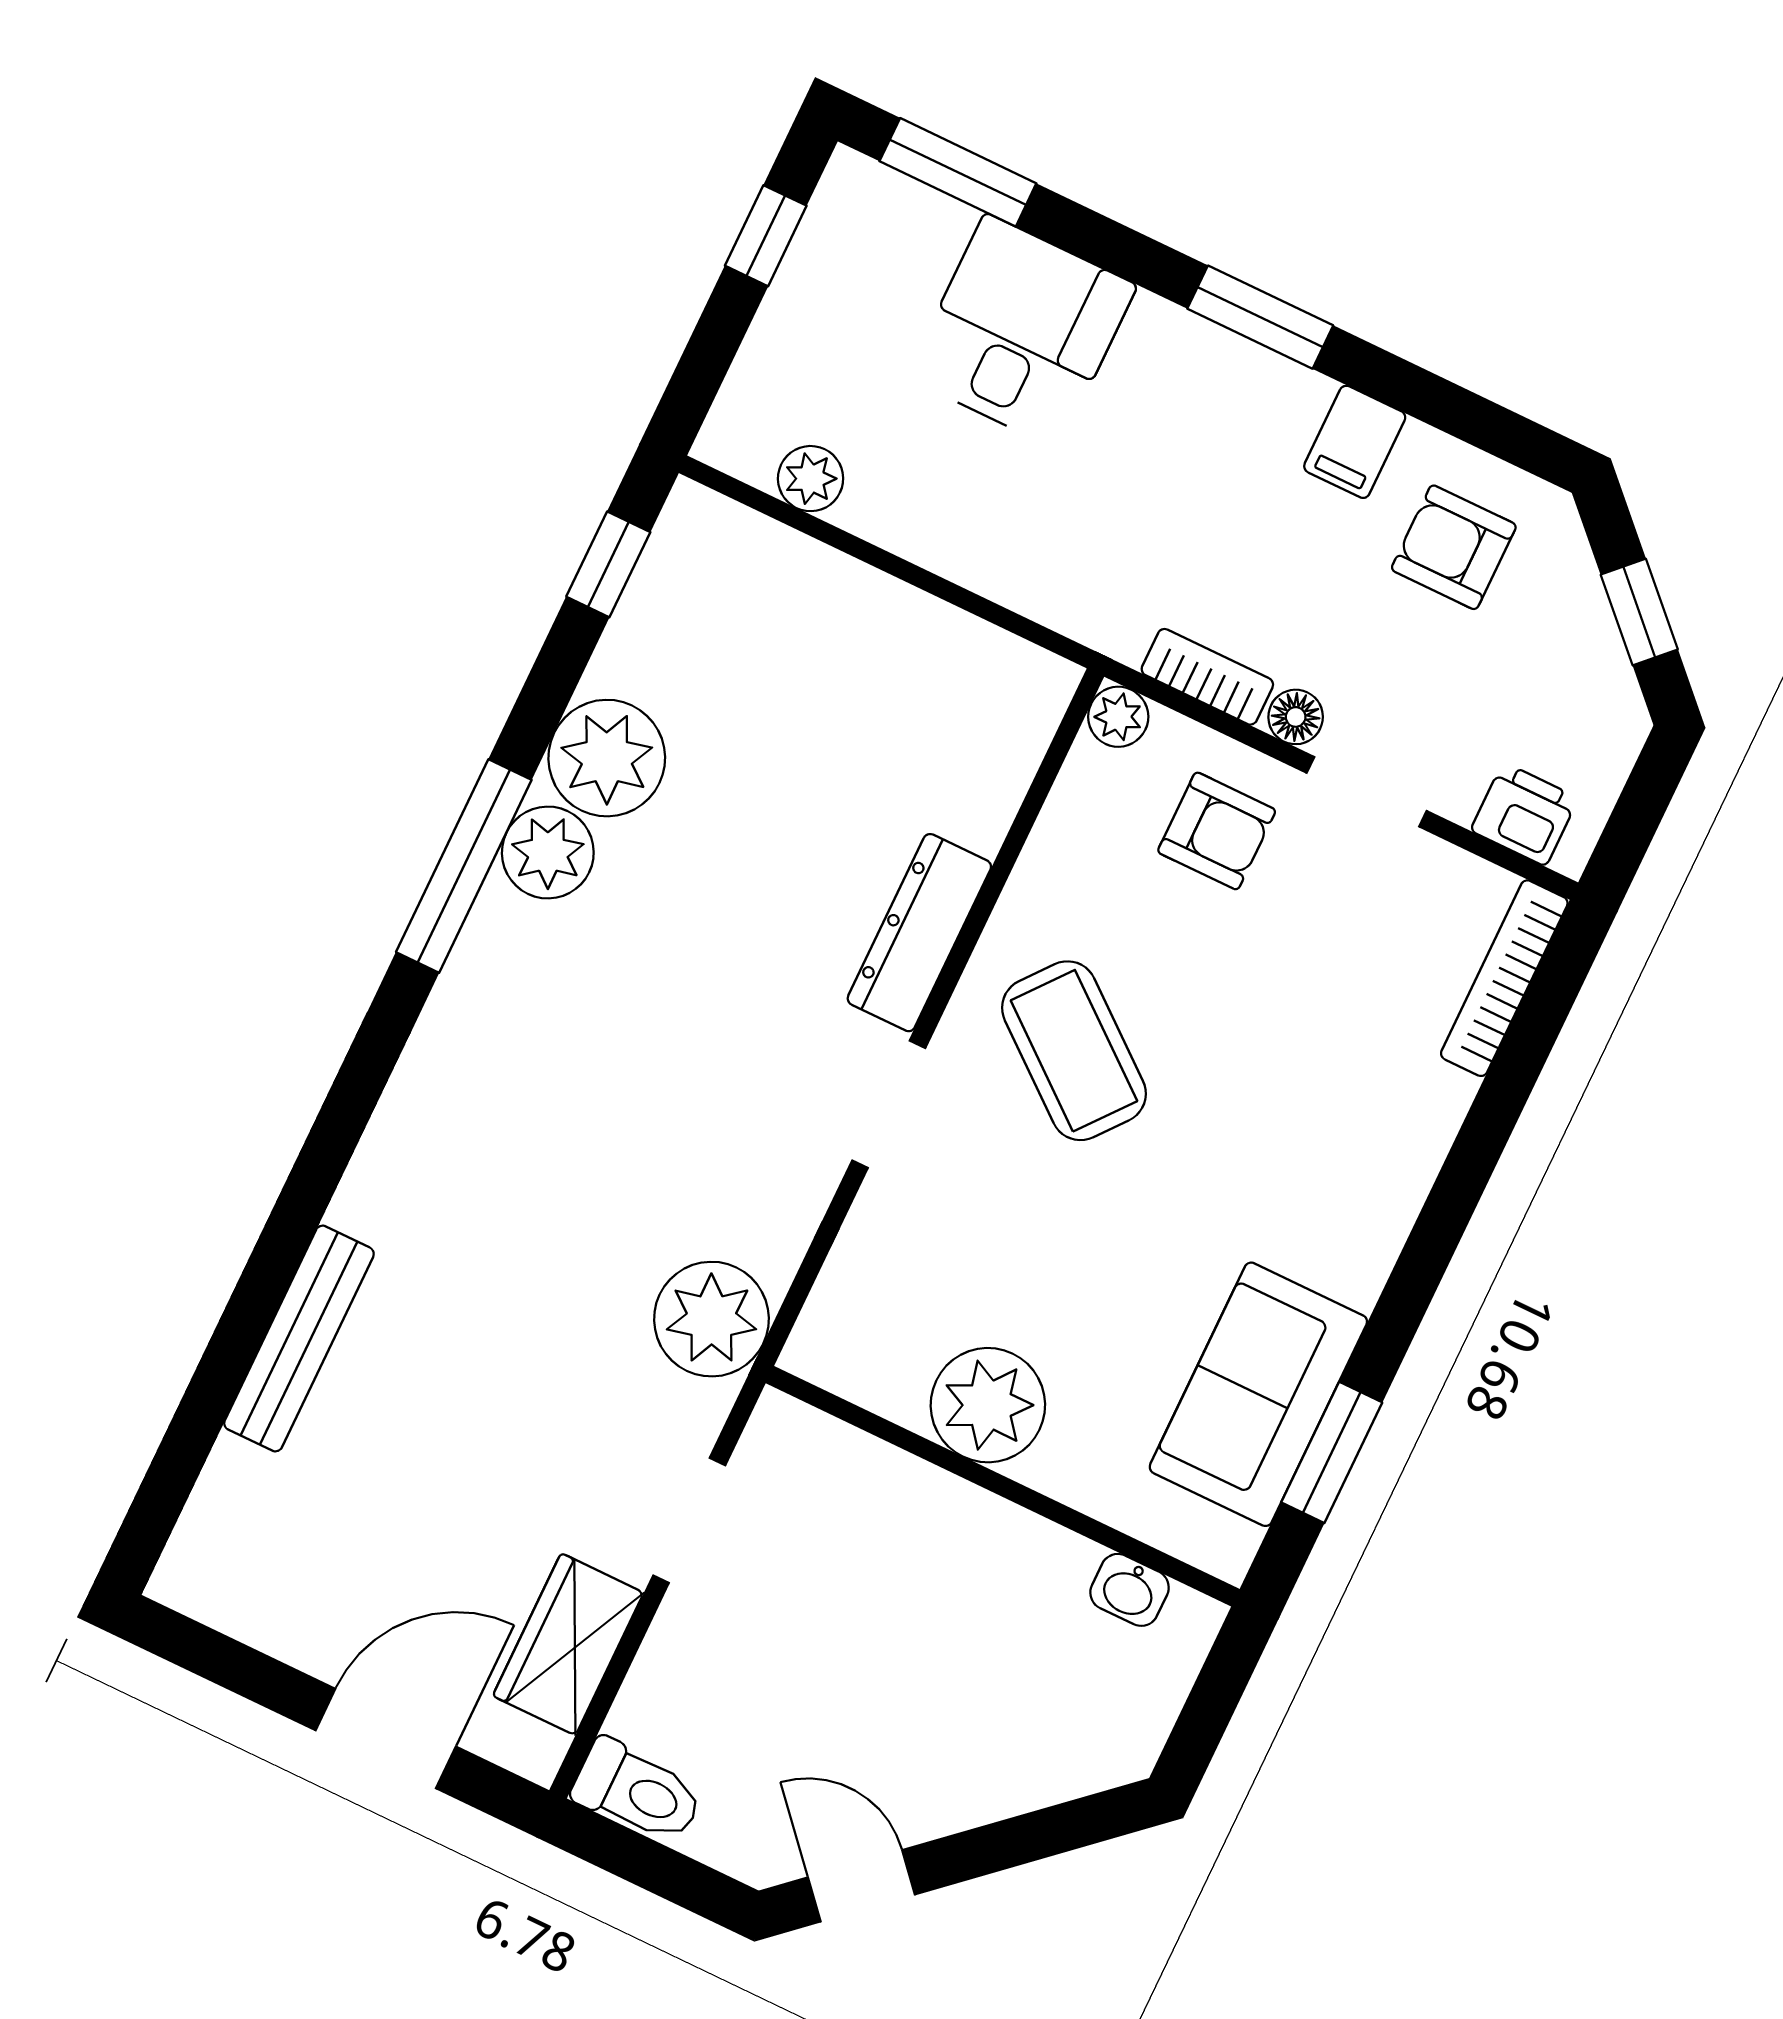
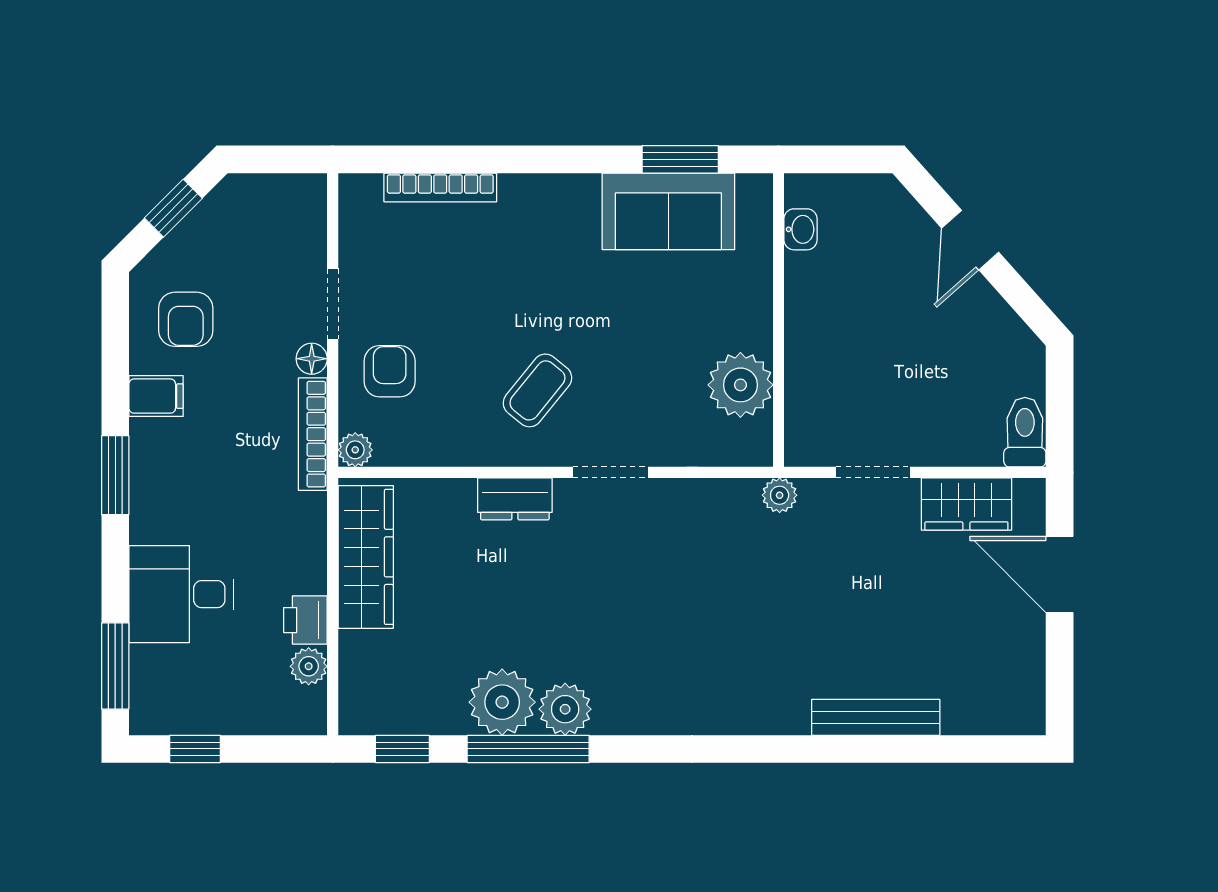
wardrobe: (941, 652) -> (366, 557), added
bookcase: (1207, 677) -> (313, 434), width x1.56
printer: (1524, 814) -> (305, 620), moved
window: (464, 866) -> (528, 749), moved
dresser: (919, 933) -> (515, 499), width x0.70
bookcase: (1504, 978) -> (440, 187), moved
coffee table: (1074, 1051) -> (537, 390), width x0.73, depth x0.77
plant: (711, 1319) -> (780, 495), width x0.53, depth x0.53
plant: (988, 1405) -> (740, 385), moved
door: (861, 1886) -> (970, 240), moved

